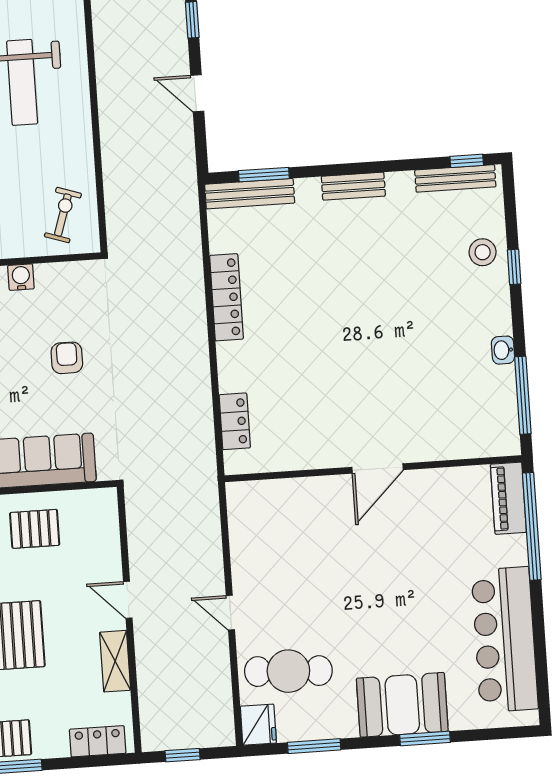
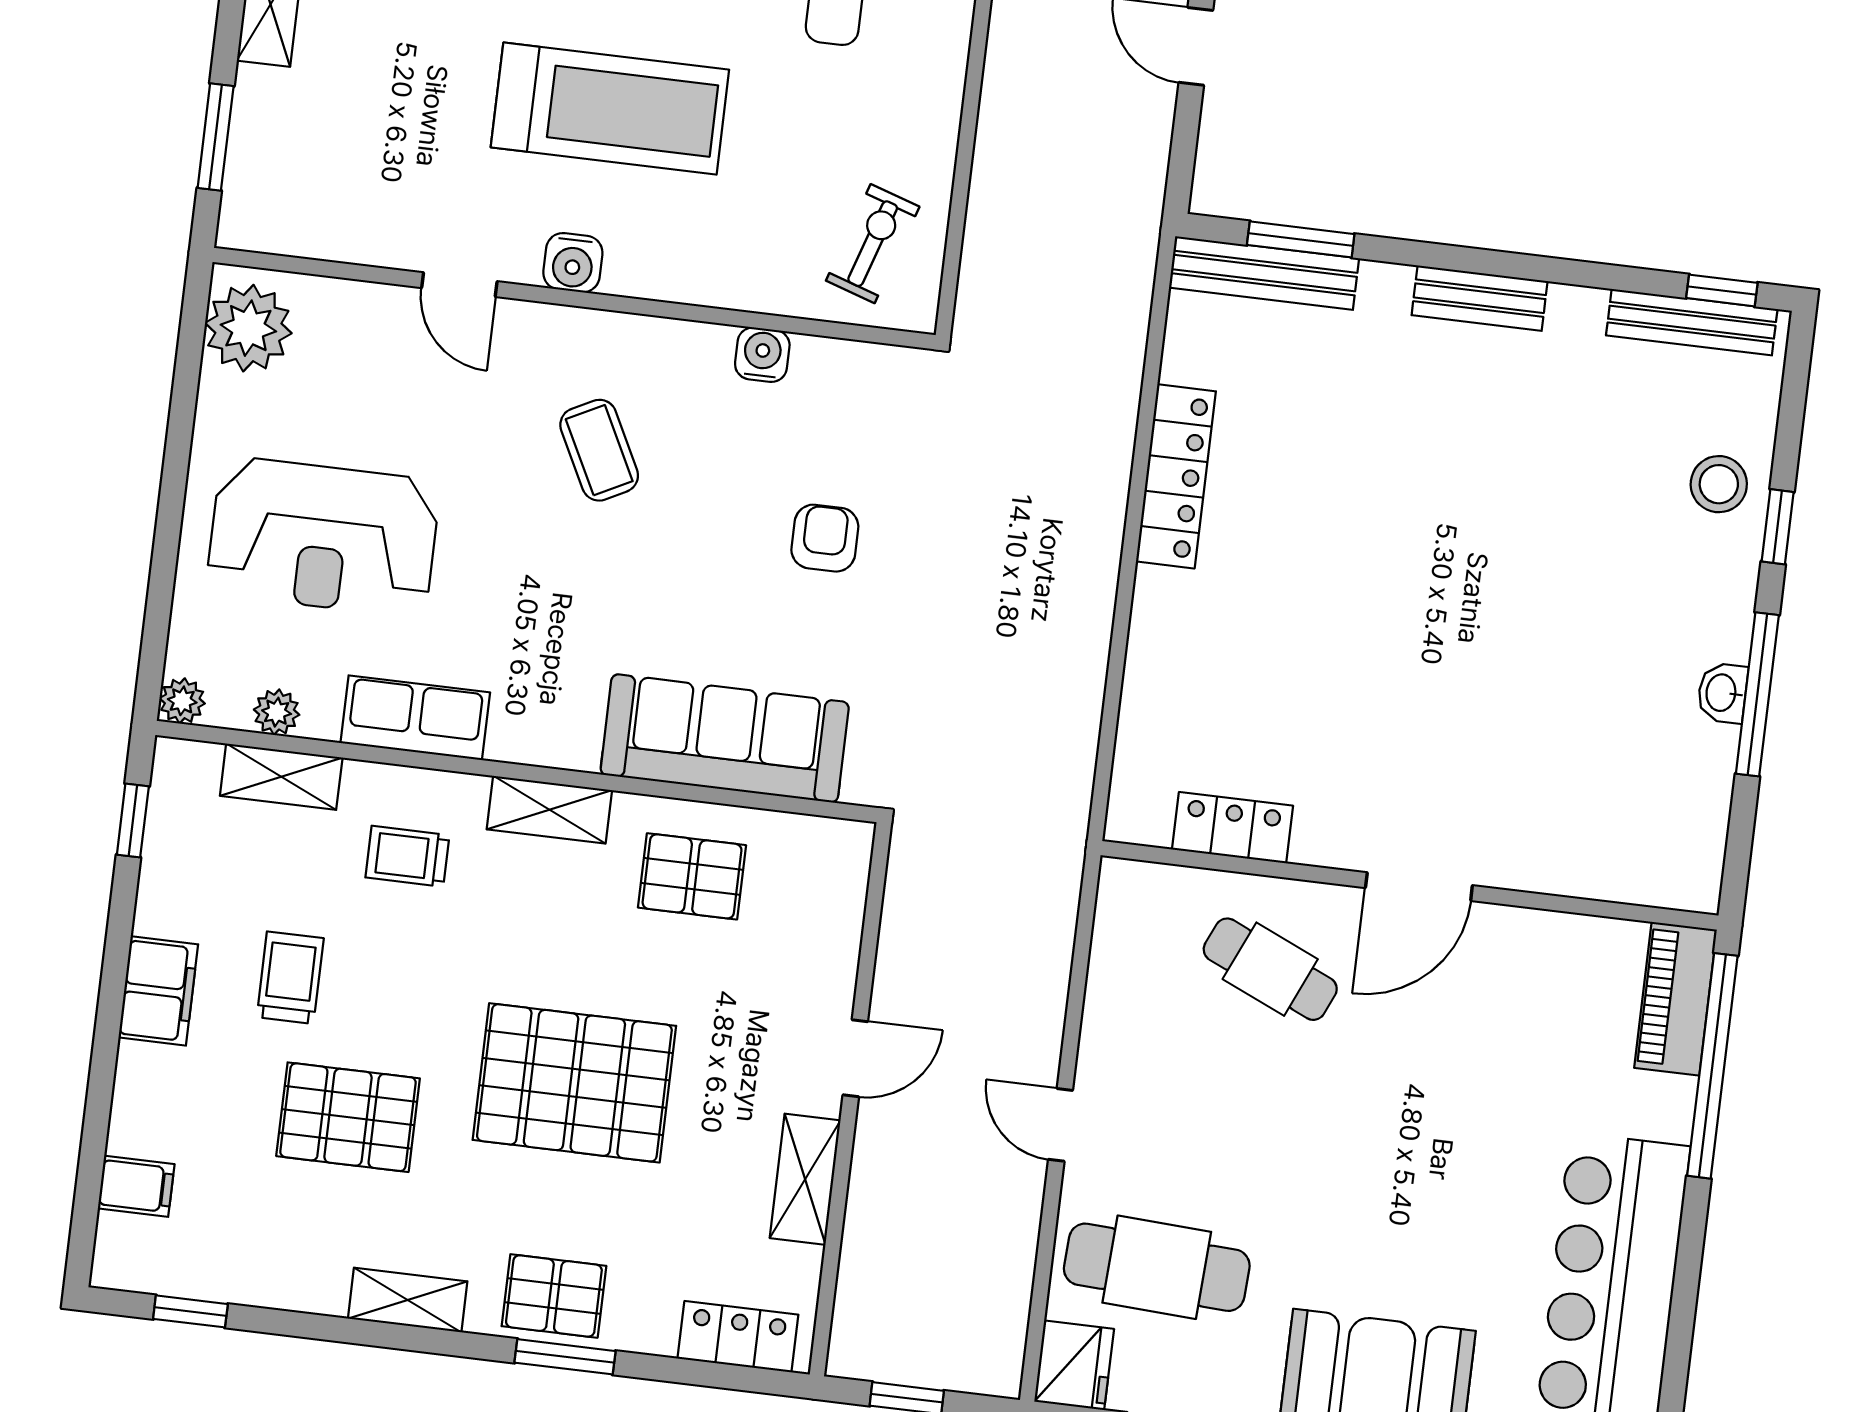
window: (523, 395) -> (1757, 694), moved
locker: (235, 421) -> (1233, 828), moved, turned -90
cafe table: (315, 521) -> (1270, 969), added
door: (128, 600) -> (855, 1058), swing flipped

